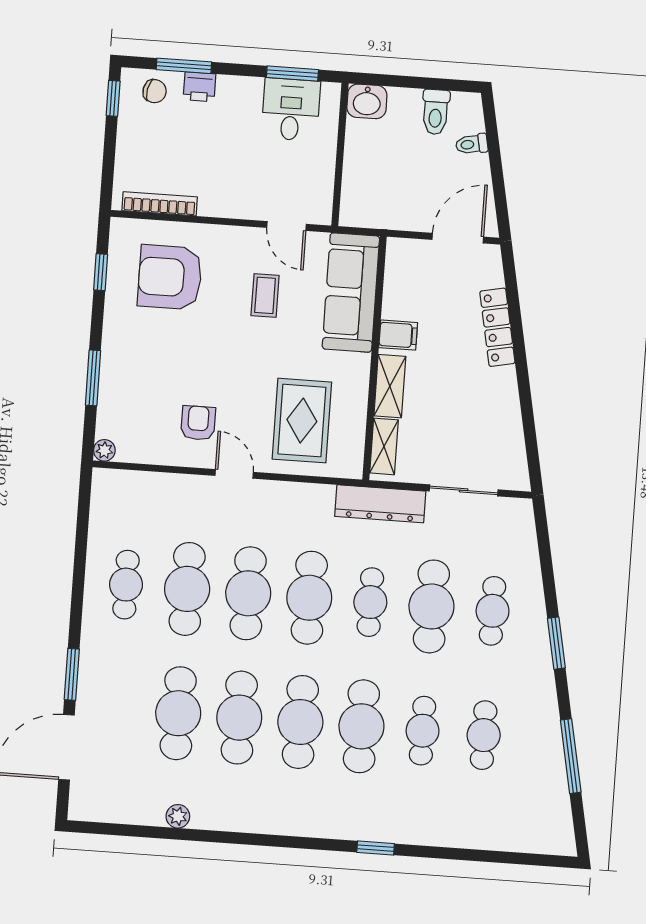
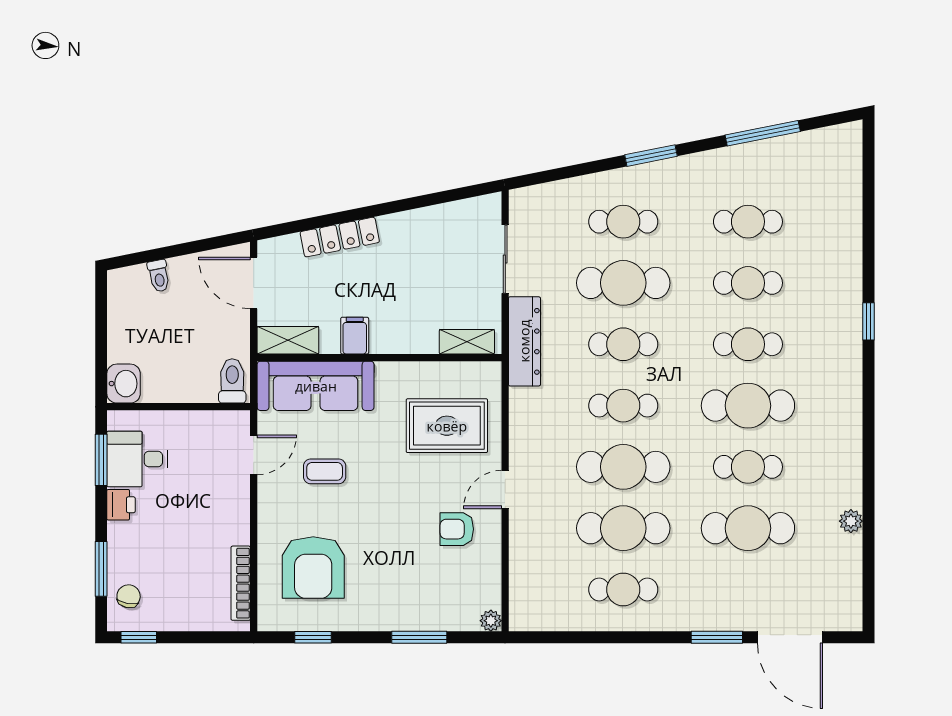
printer: (199, 87) -> (121, 505), moved
toilet: (436, 112) -> (232, 381), moved, turned -90
shelving: (390, 386) -> (288, 340), moved
cafe table: (309, 598) -> (623, 406), width x0.73, depth x0.74
cafe table: (239, 718) -> (748, 467), width x0.73, depth x0.74
cafe table: (361, 726) -> (748, 344), width x0.73, depth x0.74

